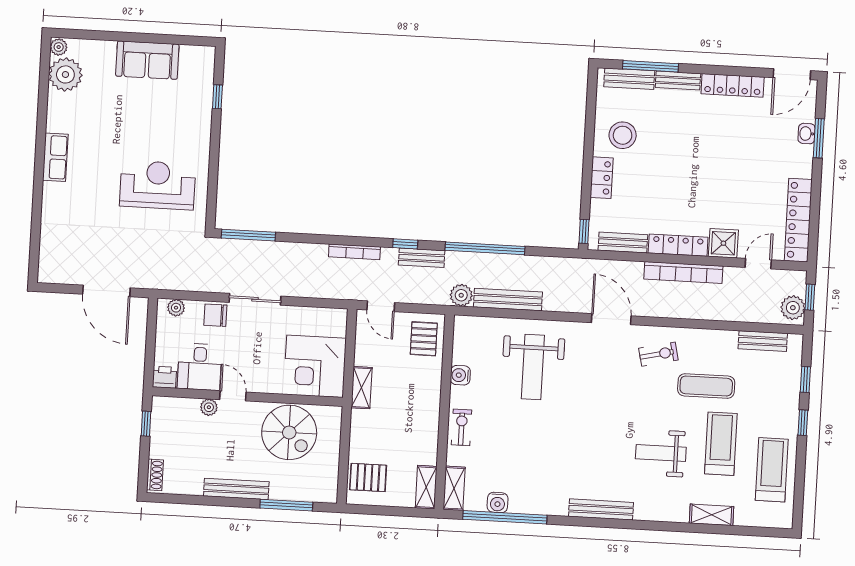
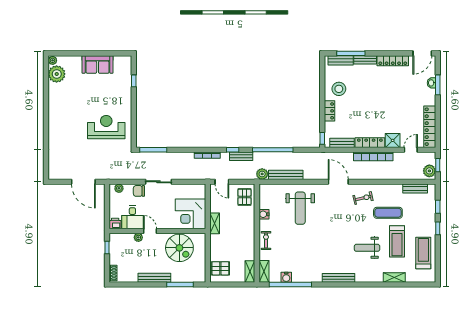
row of seats: (55, 157) -> (54, 116), removed
treadmill: (721, 444) -> (397, 241), turned 180

